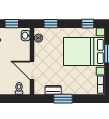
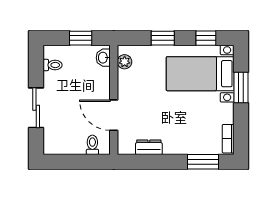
window: (51, 24) -> (163, 38), moved
bed with nightstands: (84, 51) -> (200, 74), width x0.73
window: (63, 99) -> (203, 162), moved

